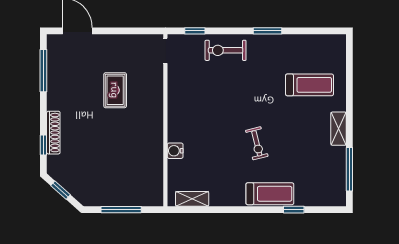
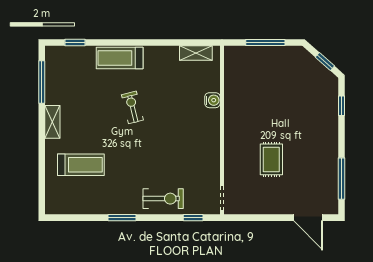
treadmill: (310, 85) -> (81, 165), turned 180
shoe rack: (53, 133) -> (332, 118), removed
window: (294, 210) -> (75, 43), moved

